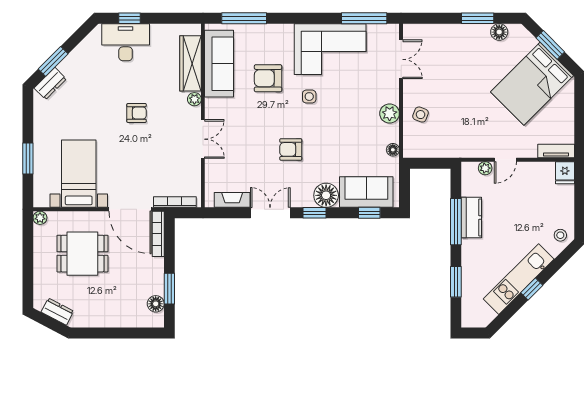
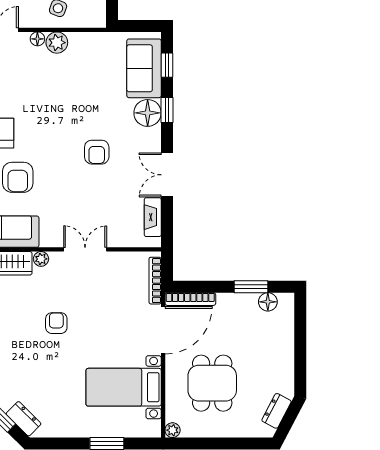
side table: (309, 97) -> (38, 132), removed
floor lamp: (393, 150) -> (37, 39), moved
window: (314, 213) -> (167, 110), moved

